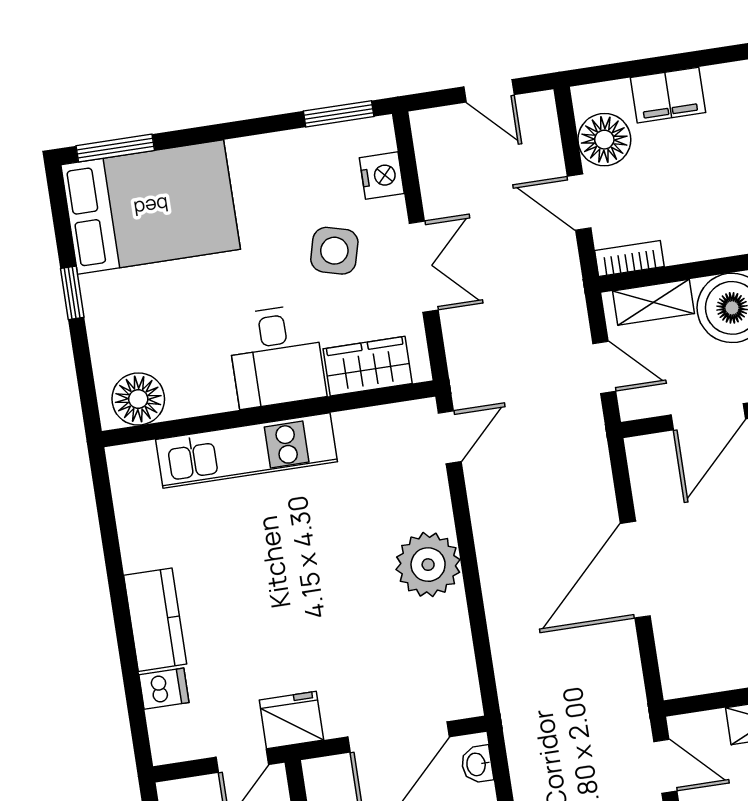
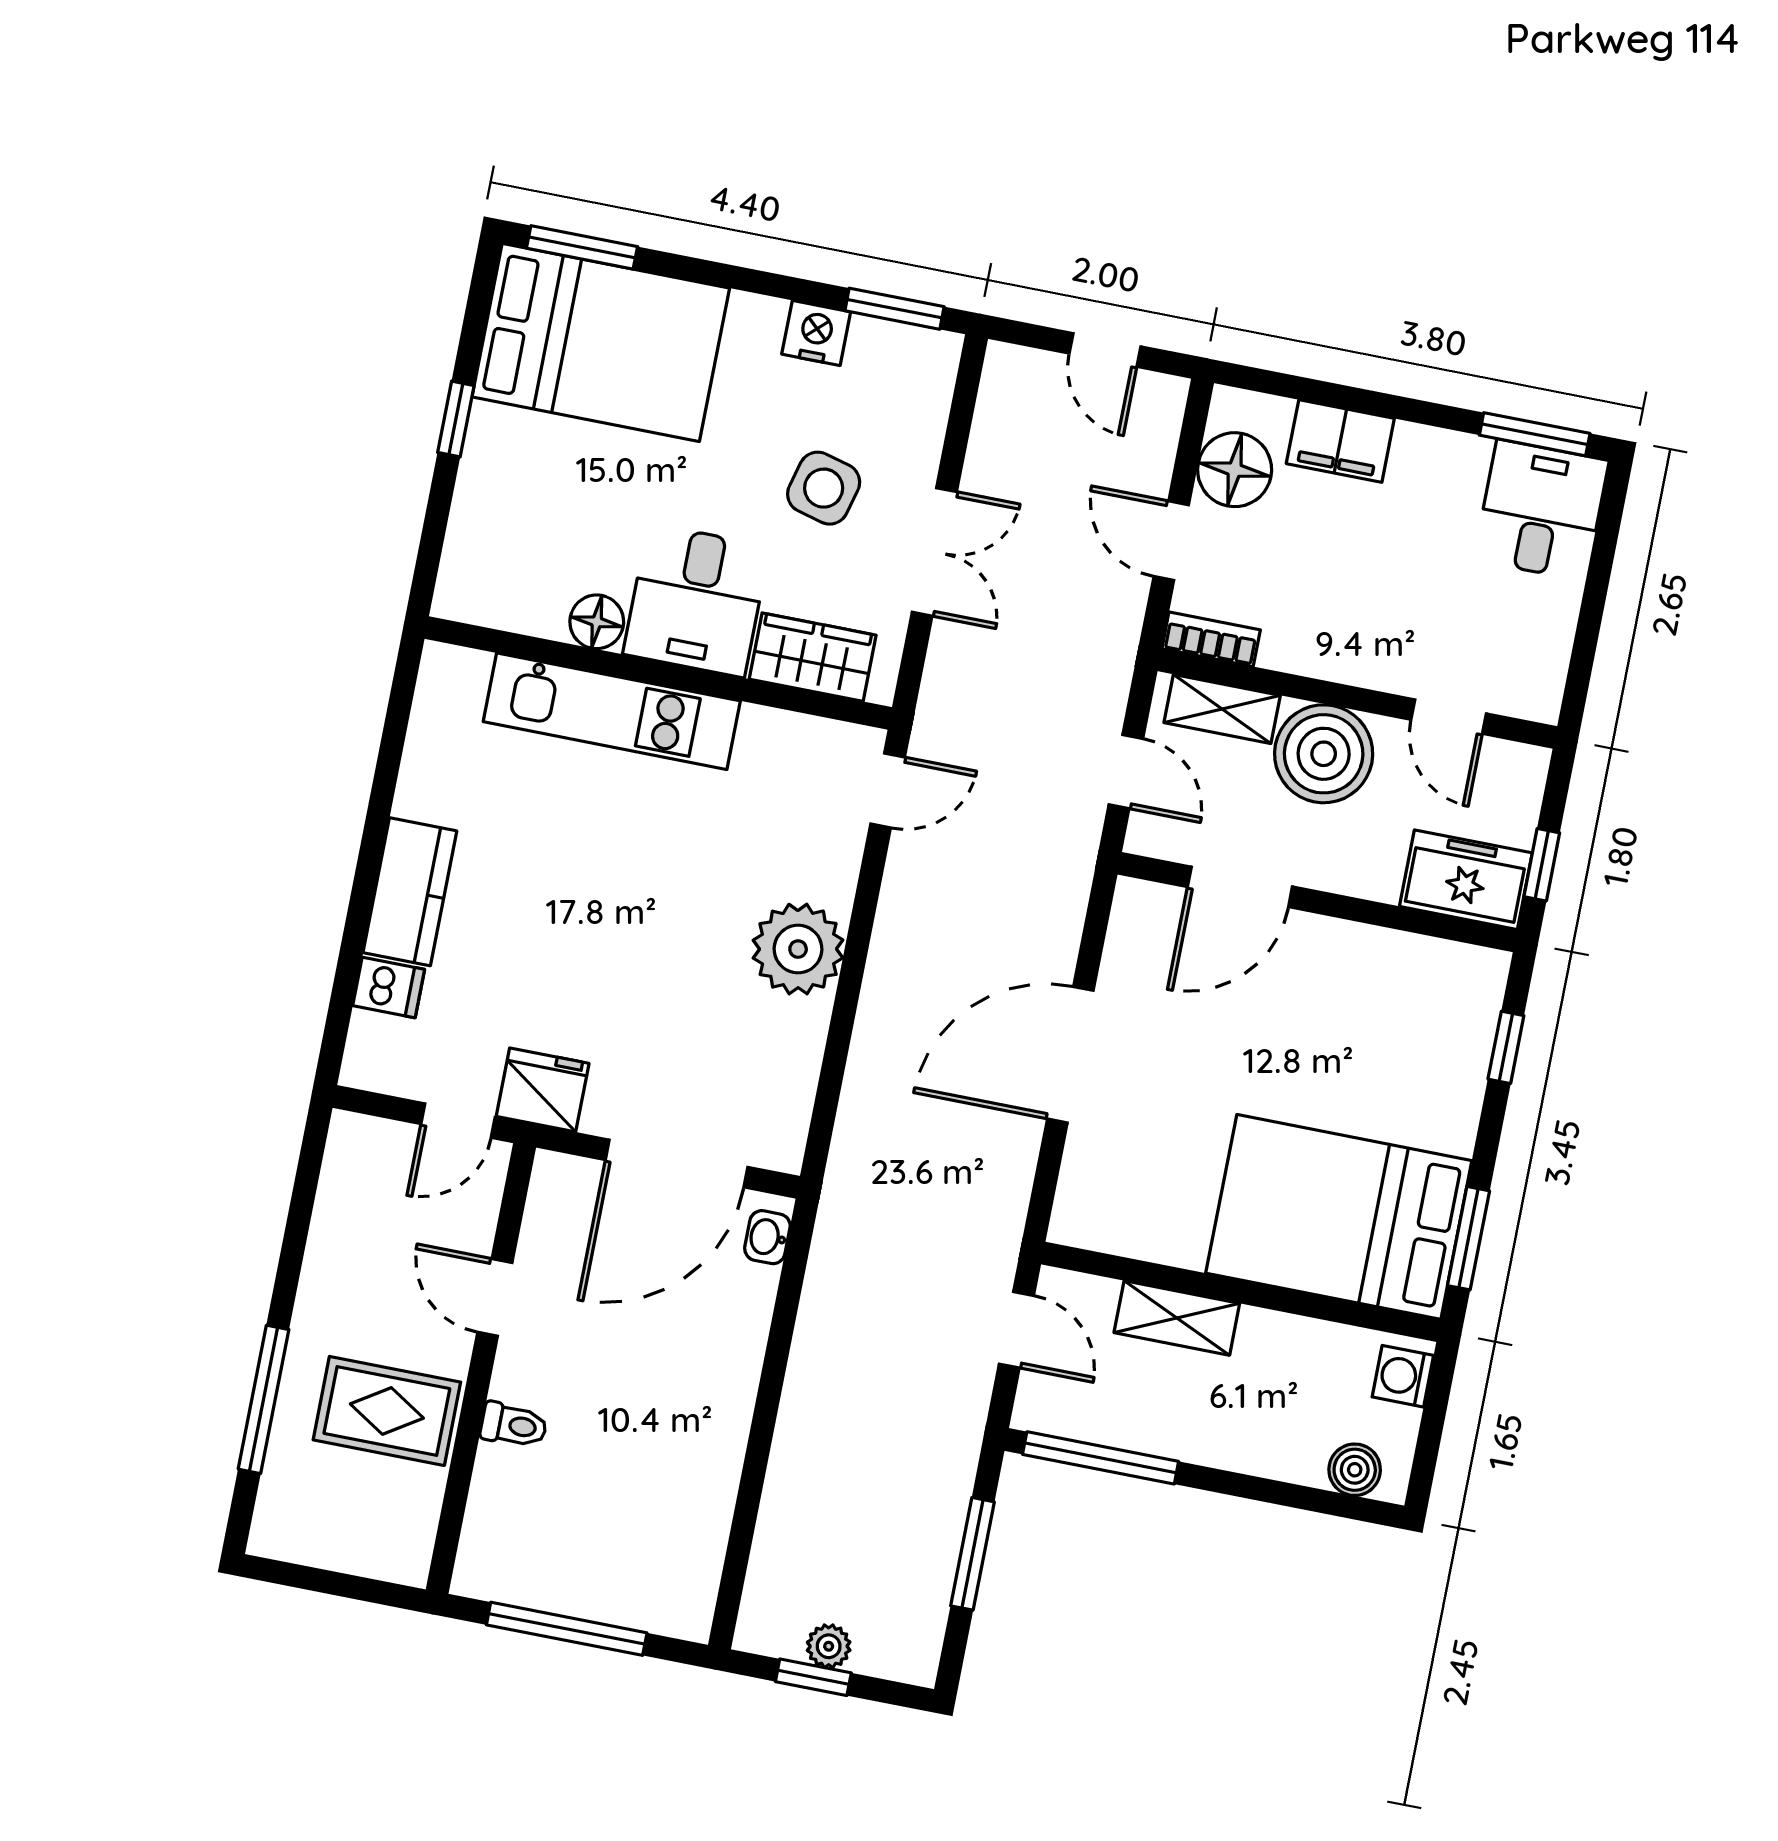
nightstand: (382, 176) -> (816, 333), moved, turned -90
floor lamp: (138, 399) -> (597, 622), moved, width x0.73, depth x0.73

